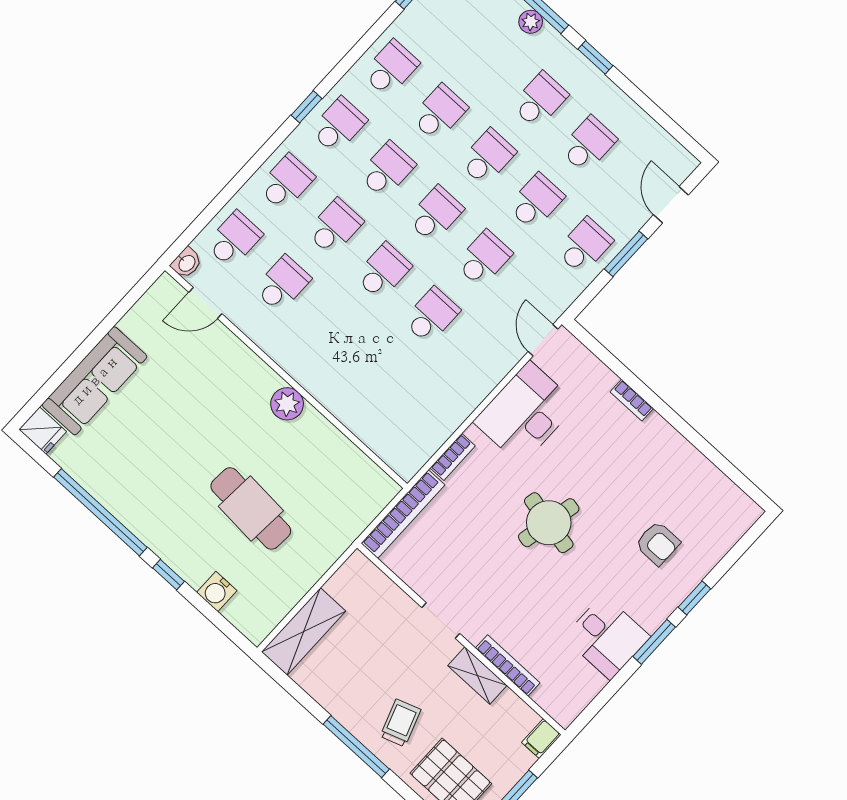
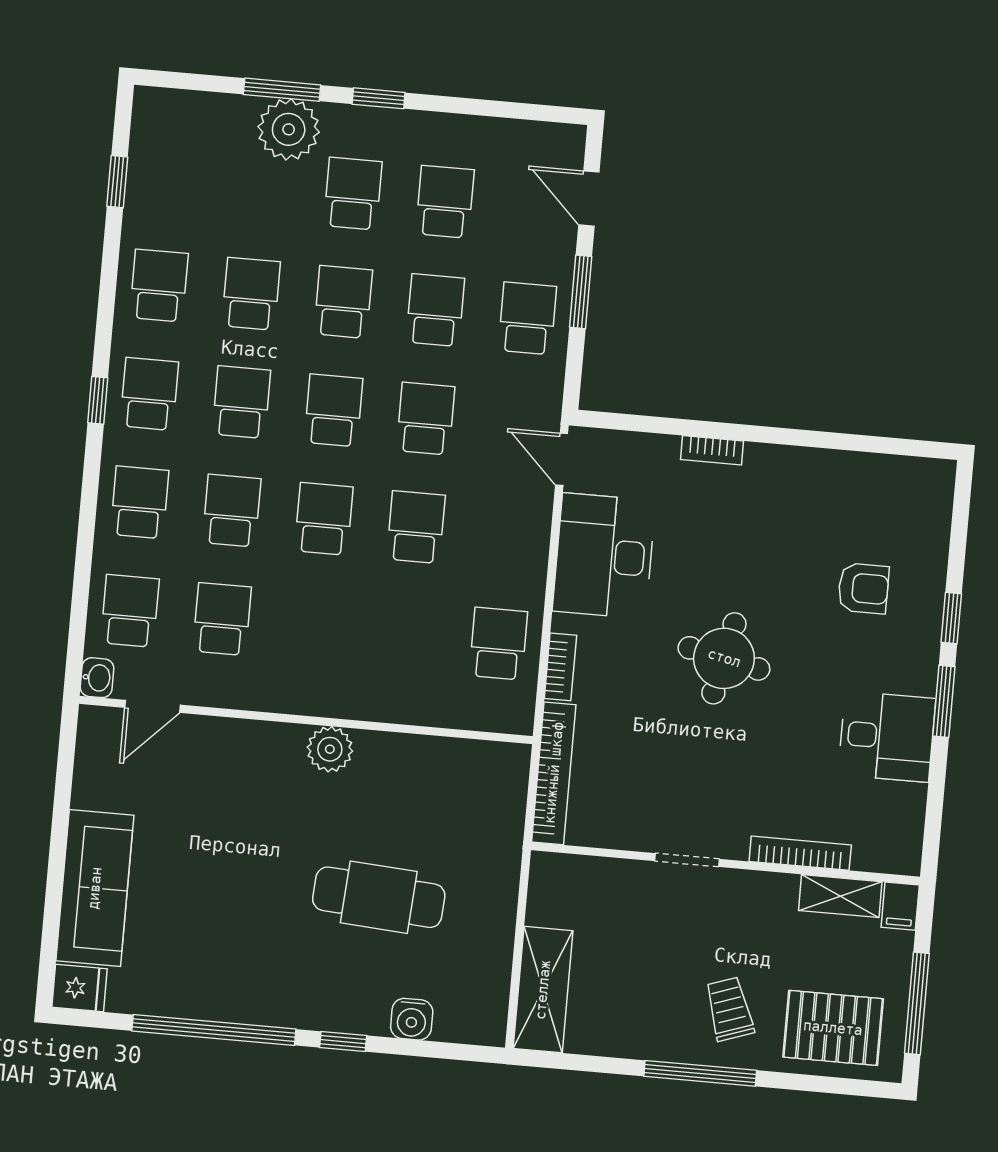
plant: (531, 22) -> (289, 129), width x1.88, depth x1.88
school desk: (428, 417) -> (498, 644), added
shelving: (477, 675) -> (840, 896), moved

